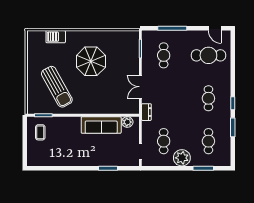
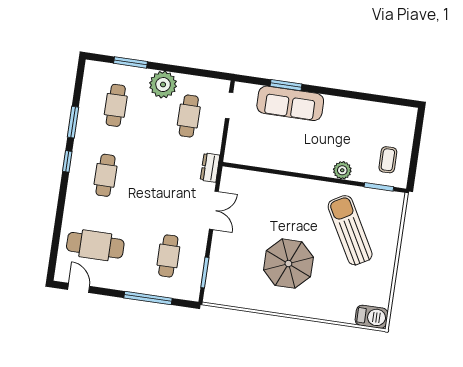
barbecue: (56, 37) -> (372, 317), moved
plant: (127, 122) -> (342, 170), moved
sofa: (101, 125) -> (290, 103), moved, turned 180

